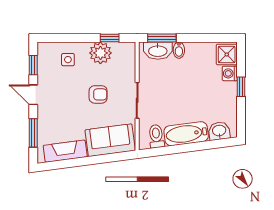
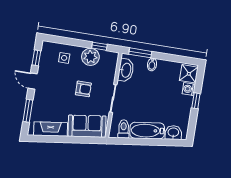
washbasin: (158, 51) -> (126, 70), moved, turned -90

